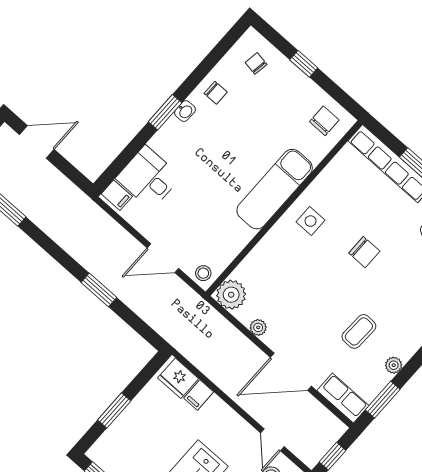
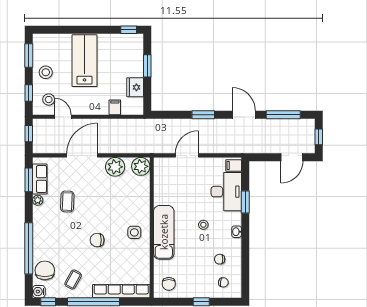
chair: (216, 93) -> (220, 259), moved
window: (165, 112) -> (245, 202), moved
desk: (148, 178) -> (226, 192), width x1.37
door: (49, 246) -> (244, 115), added
stool: (203, 273) -> (203, 225), moved
plant: (258, 327) -> (115, 167), width x1.88, depth x1.88
fridge: (178, 378) -> (135, 87), moved, turned -90
row of seats: (343, 398) -> (40, 179), moved, turned -90

